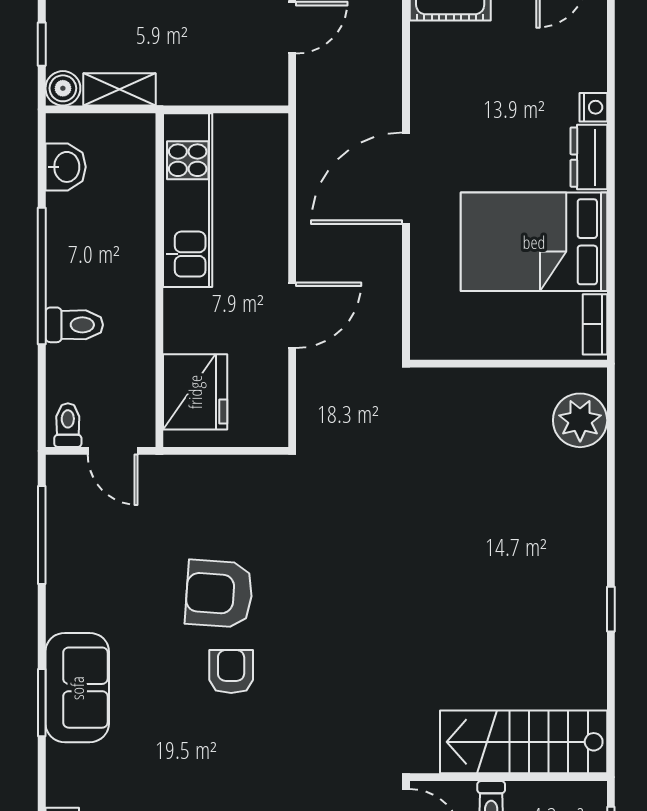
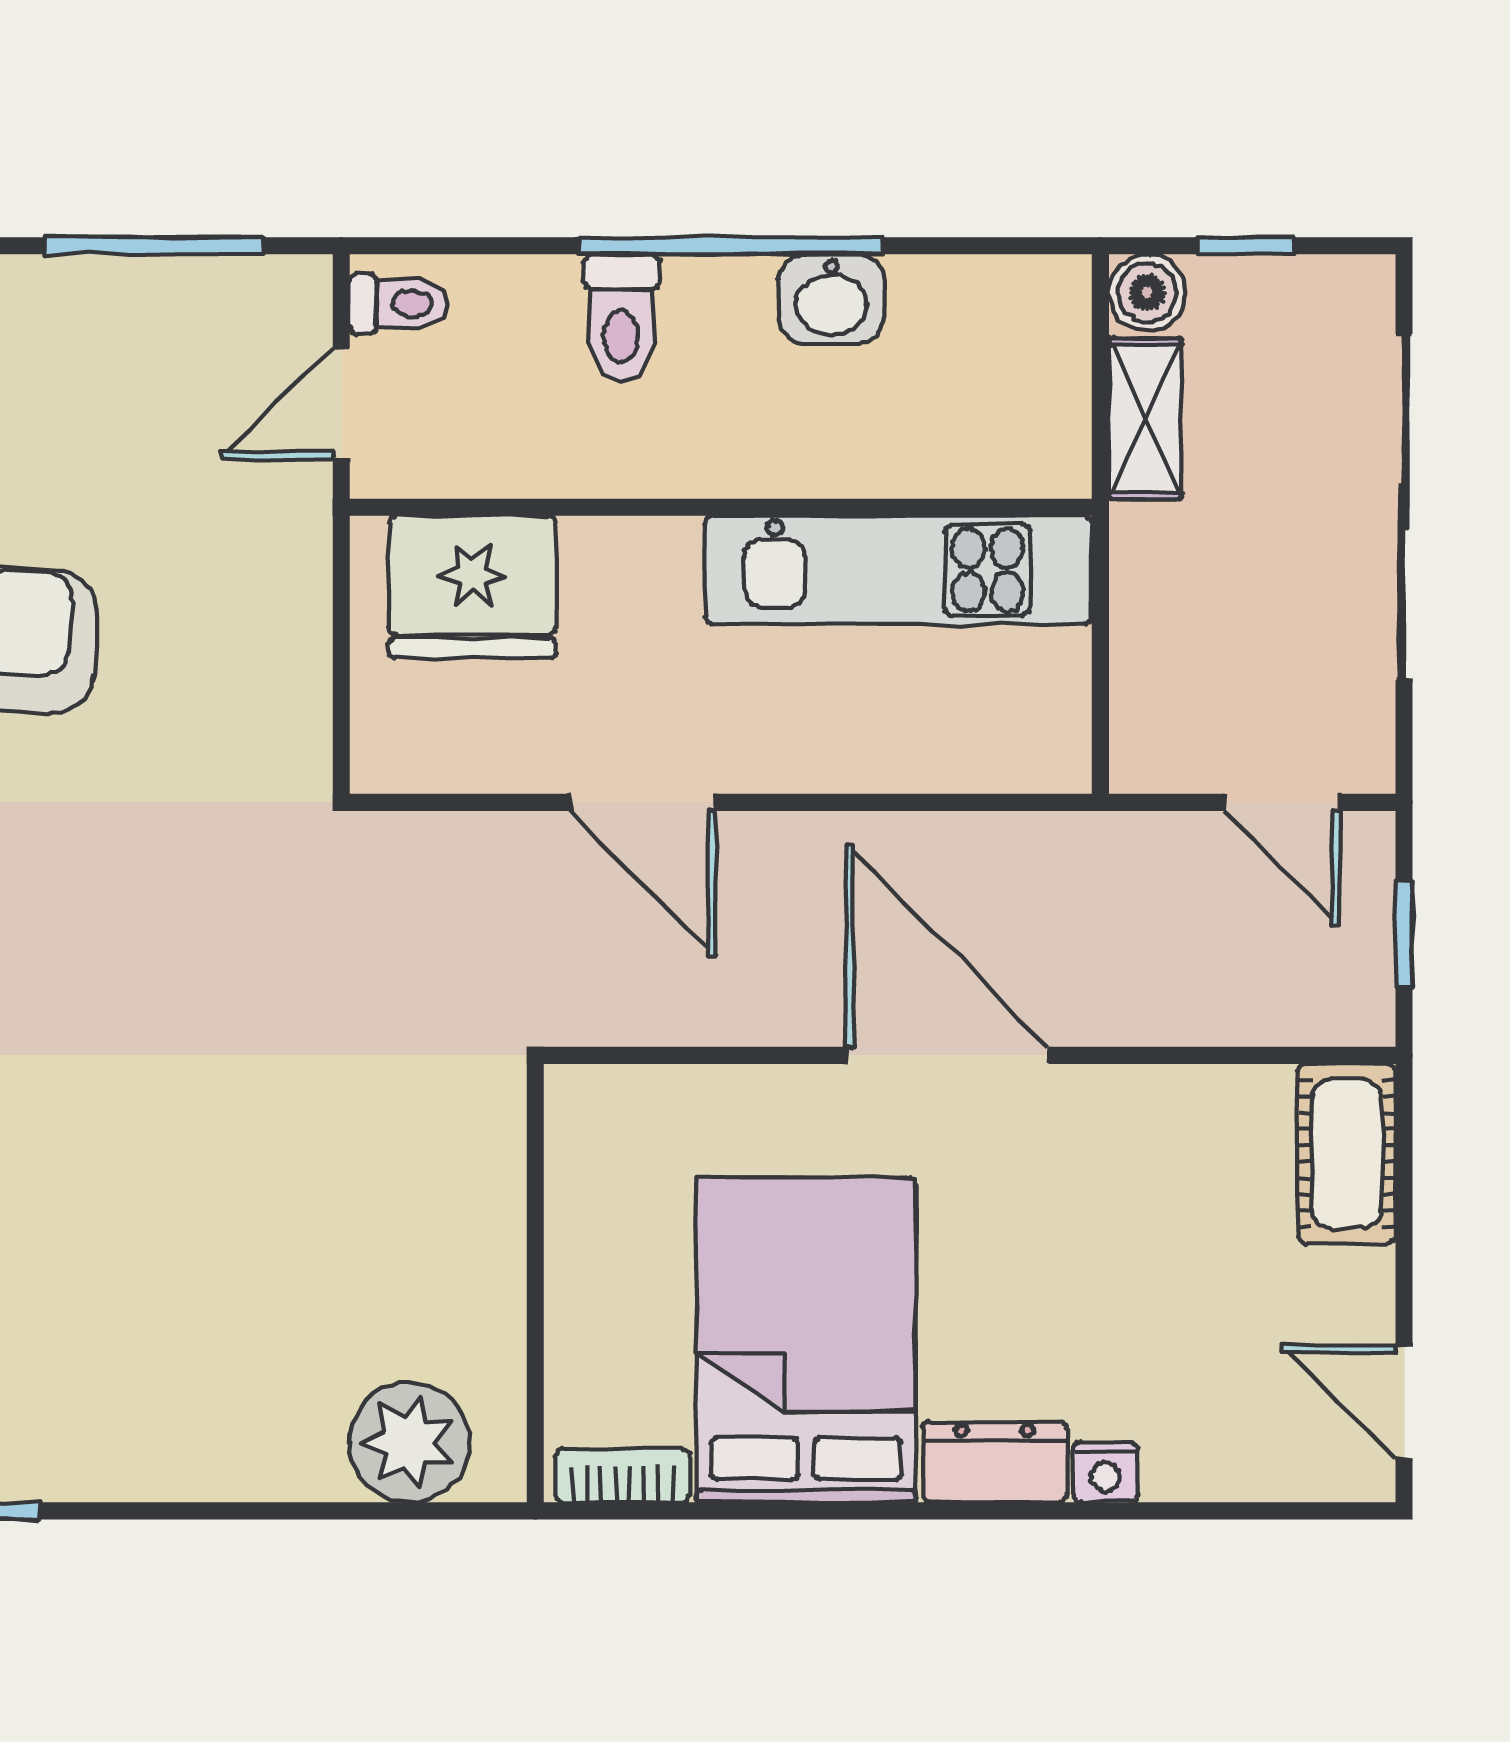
washbasin: (66, 167) -> (831, 299), moved

